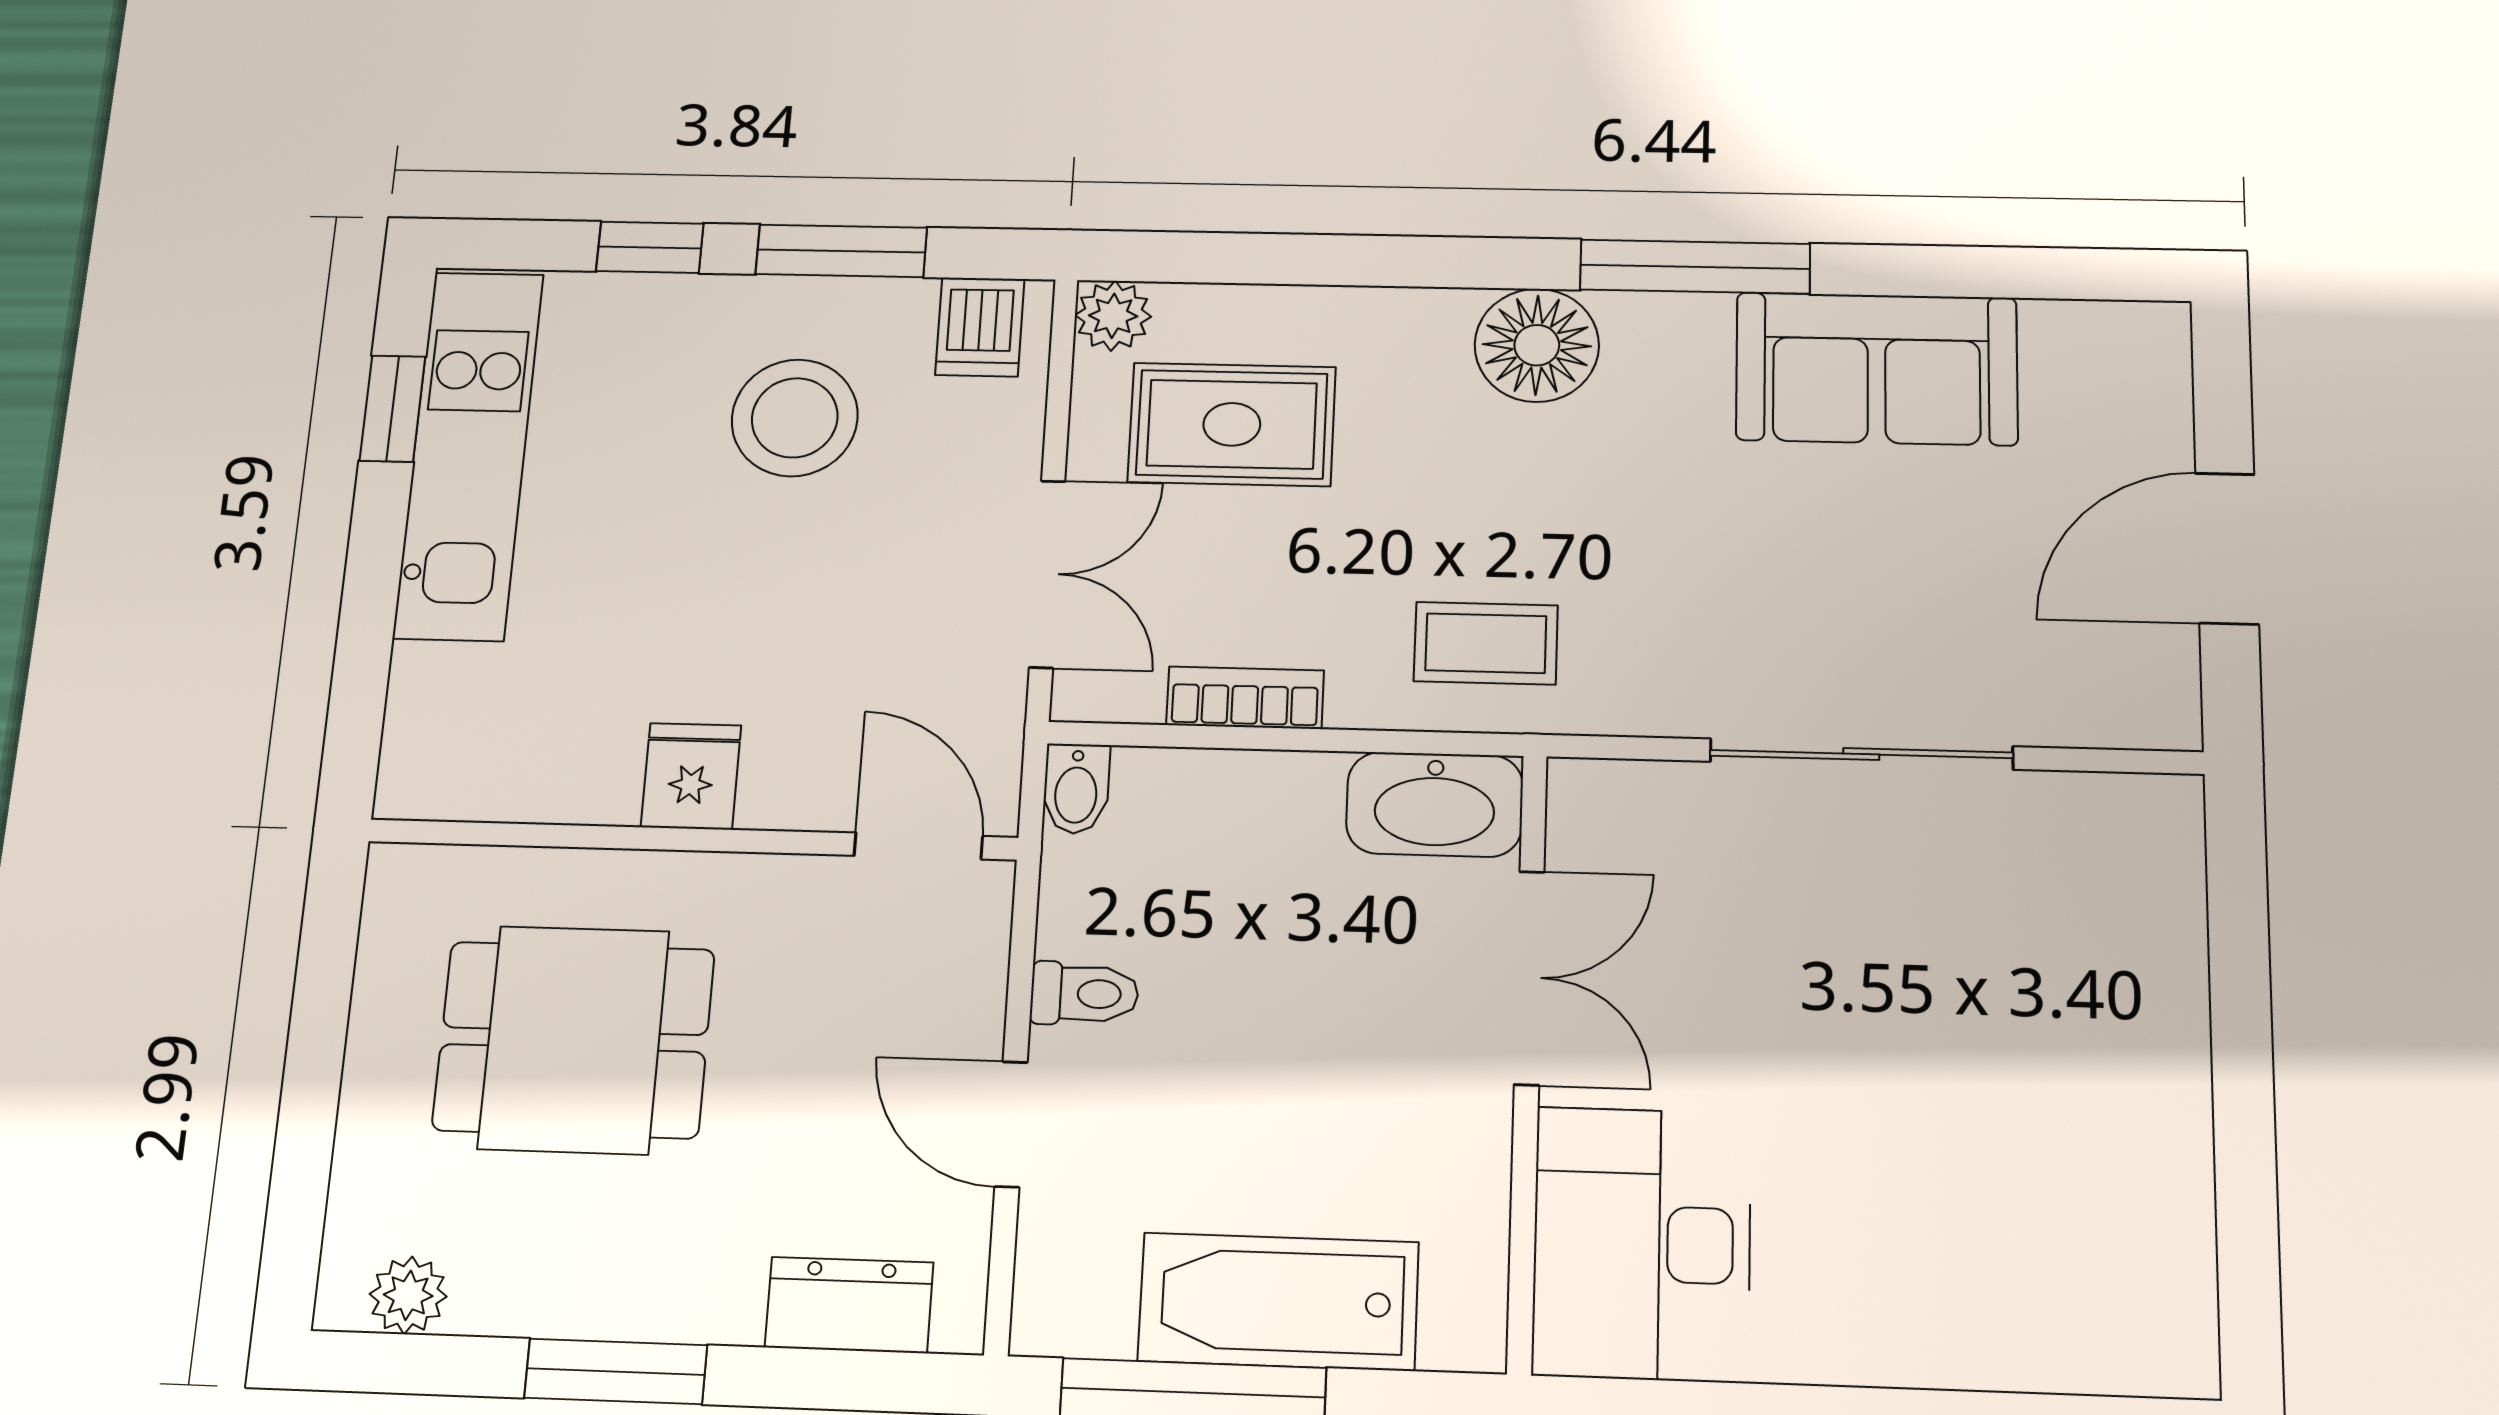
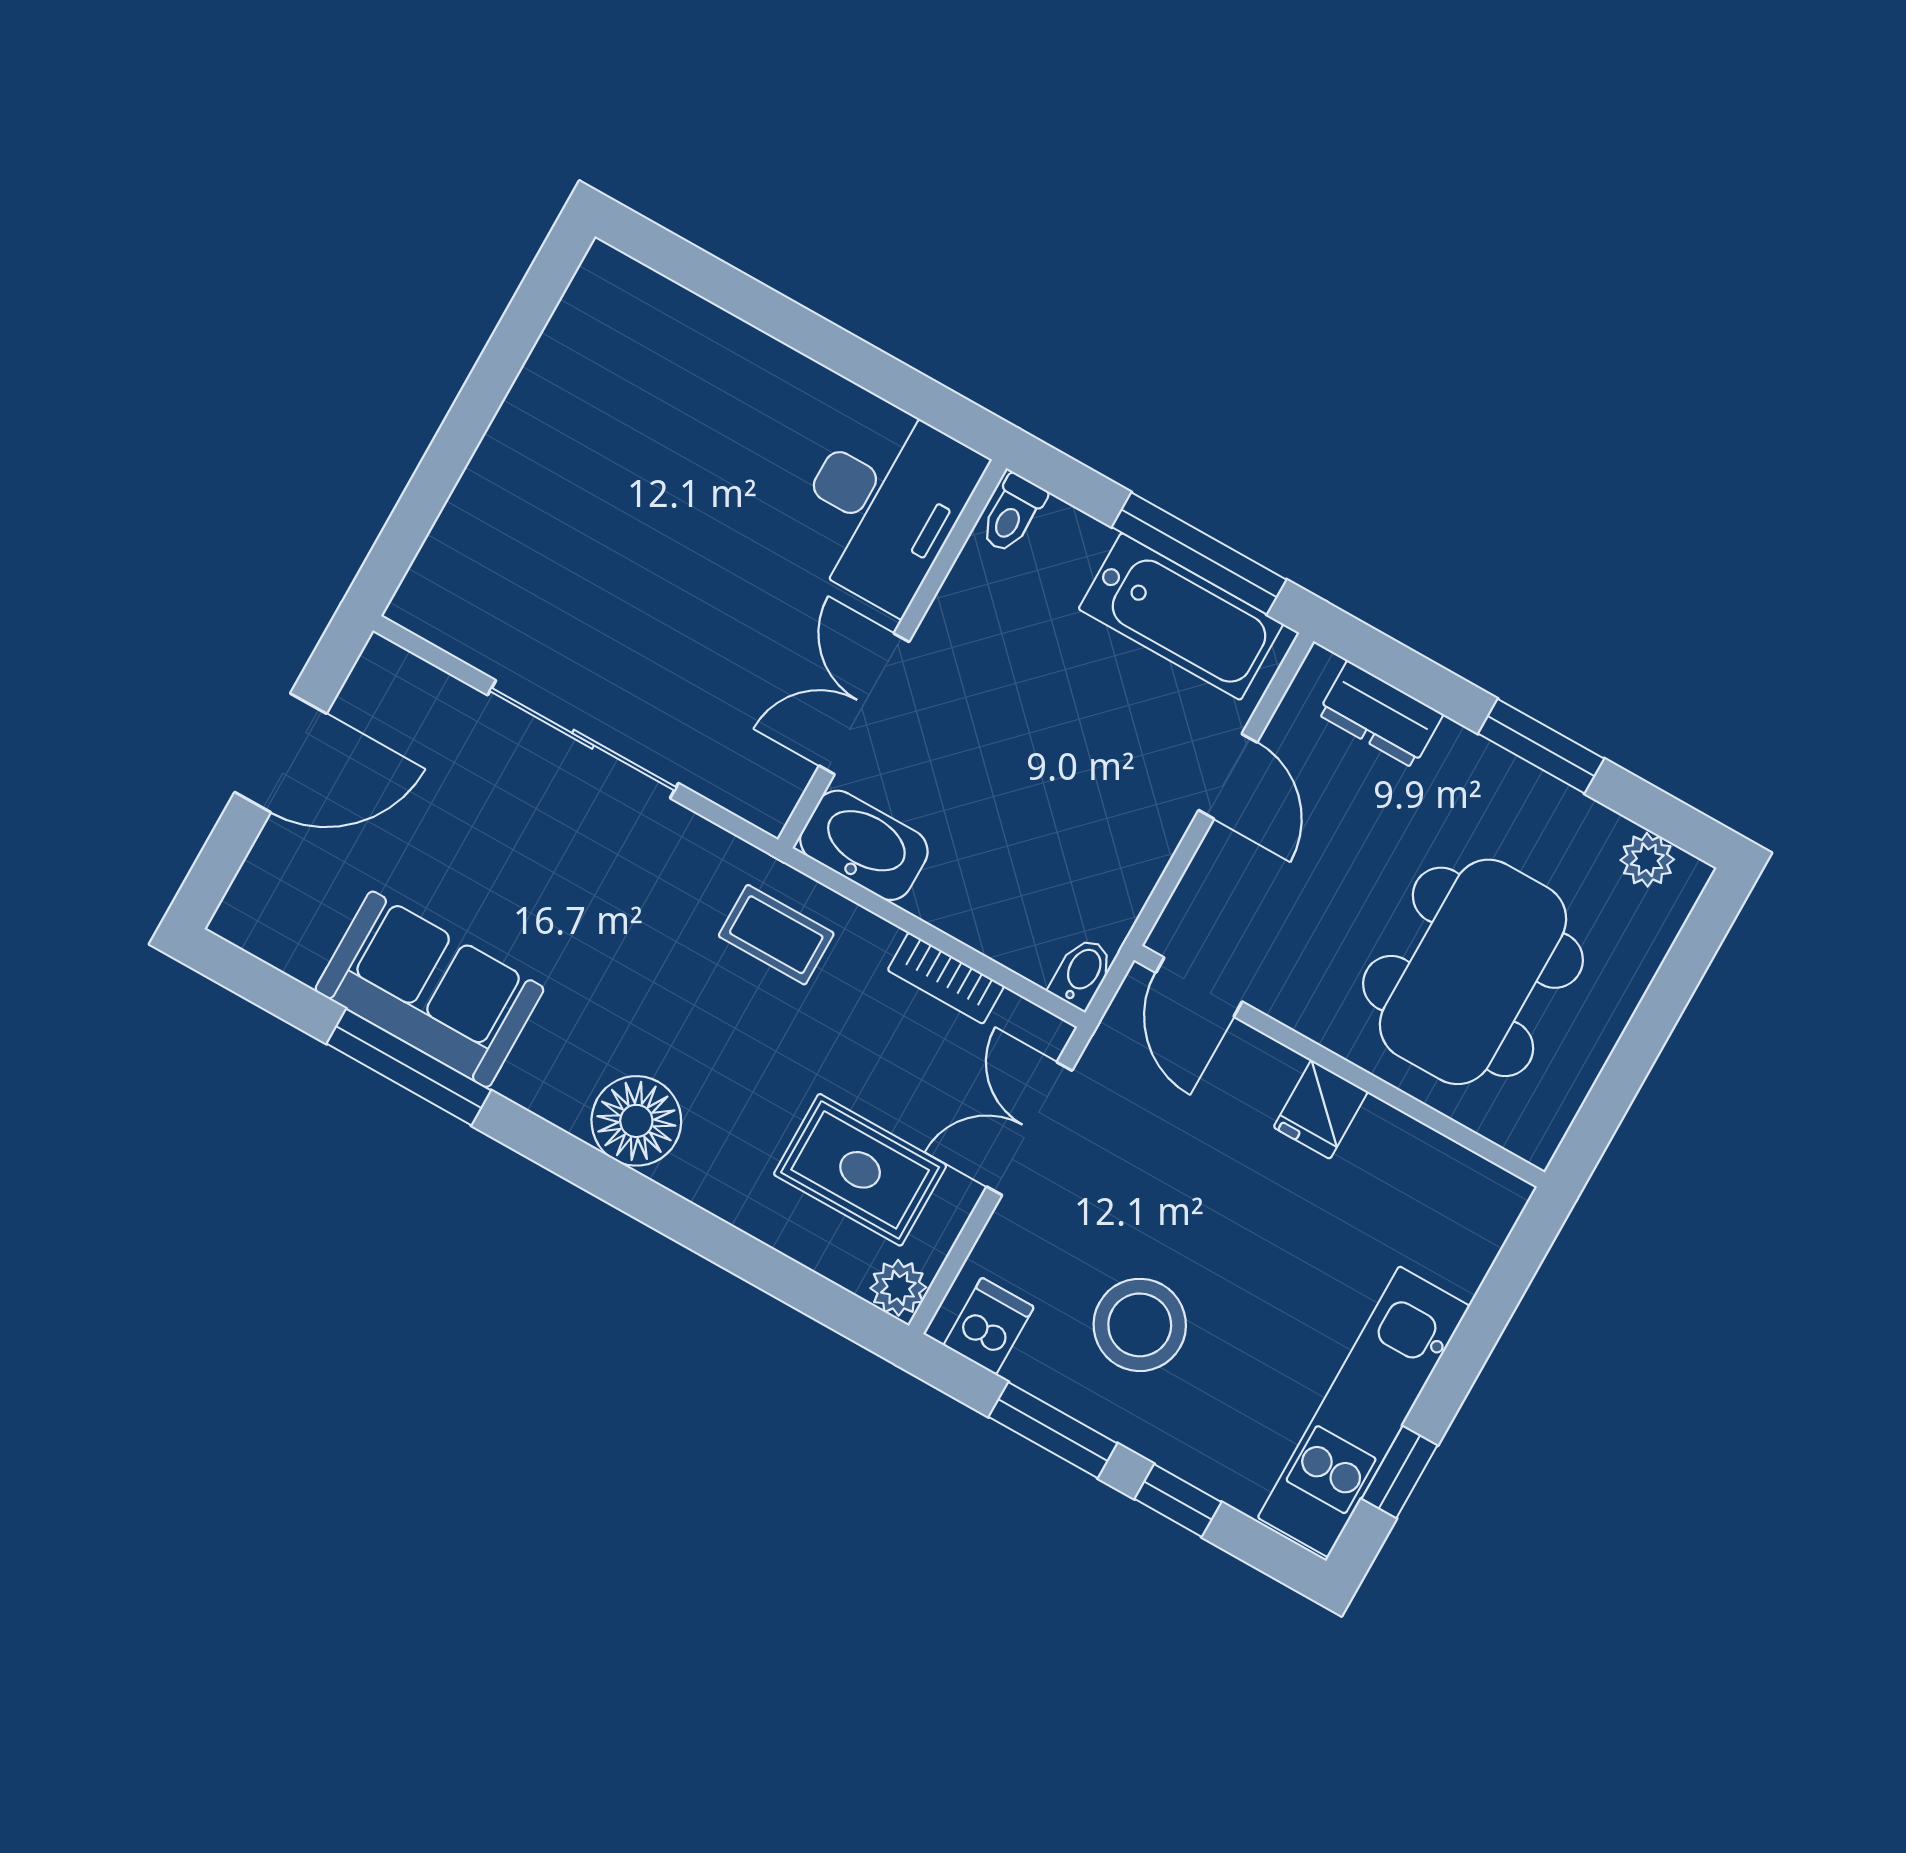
window: (1695, 267) -> (409, 1067), moved
toilet: (1084, 994) -> (1013, 514), moved, turned -90
dining table: (574, 1040) -> (1473, 972), width x1.38
bathtub: (1278, 1301) -> (1181, 616), moved

